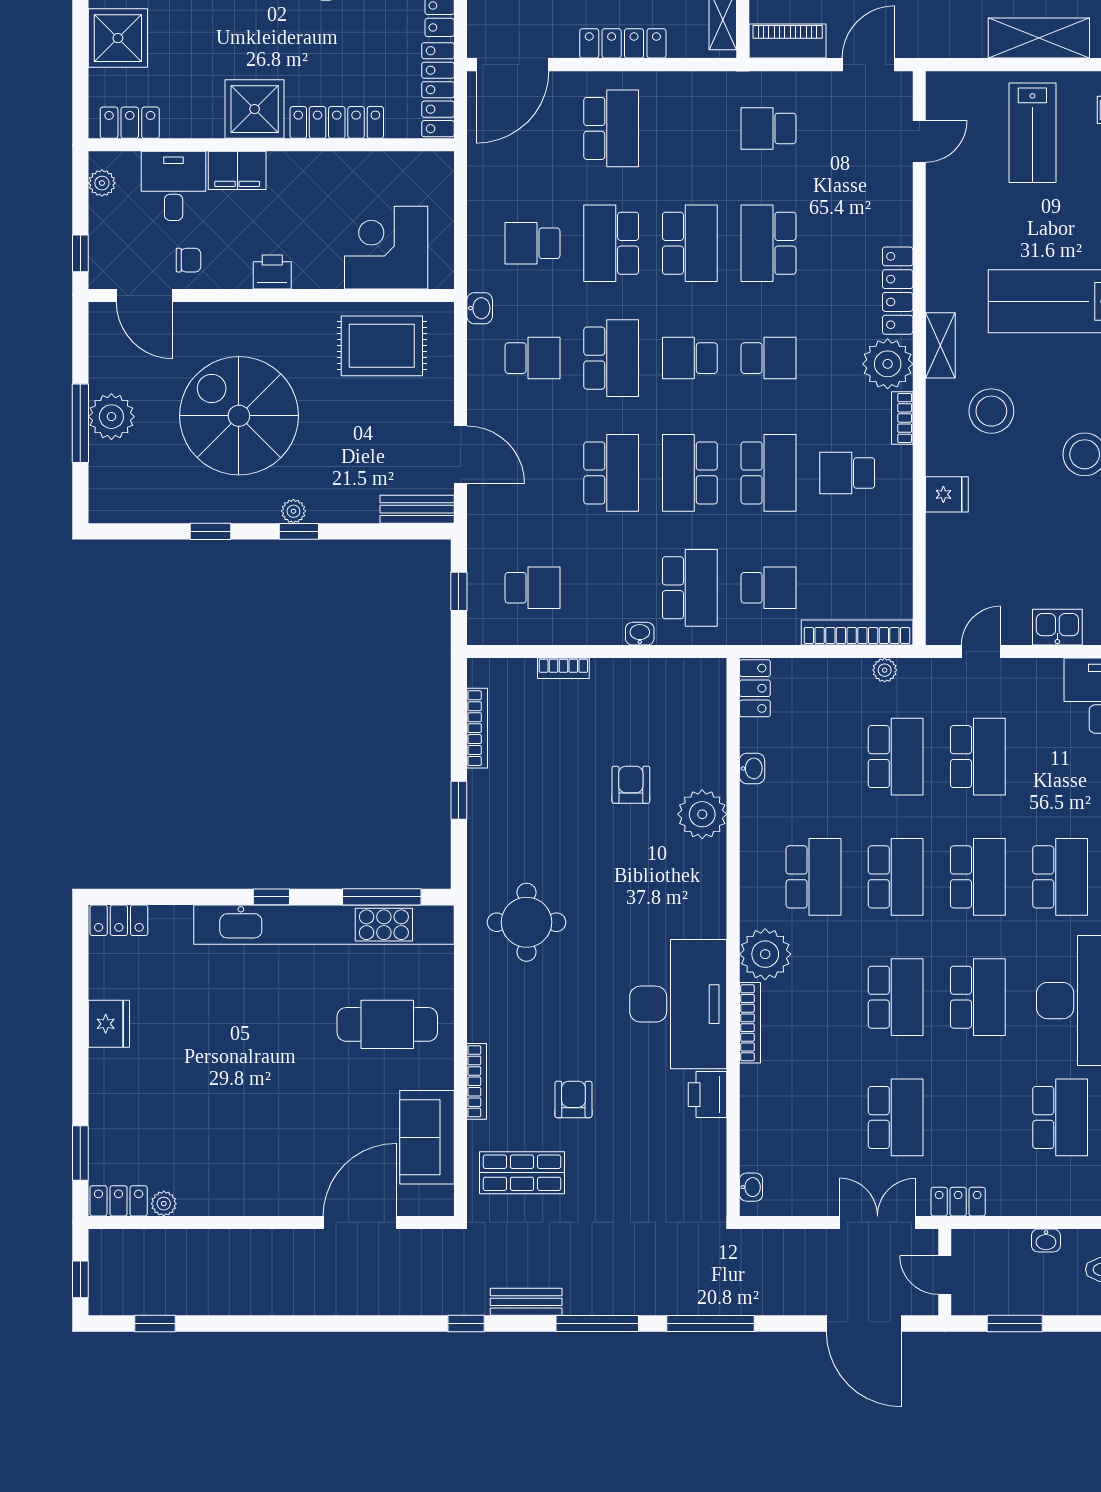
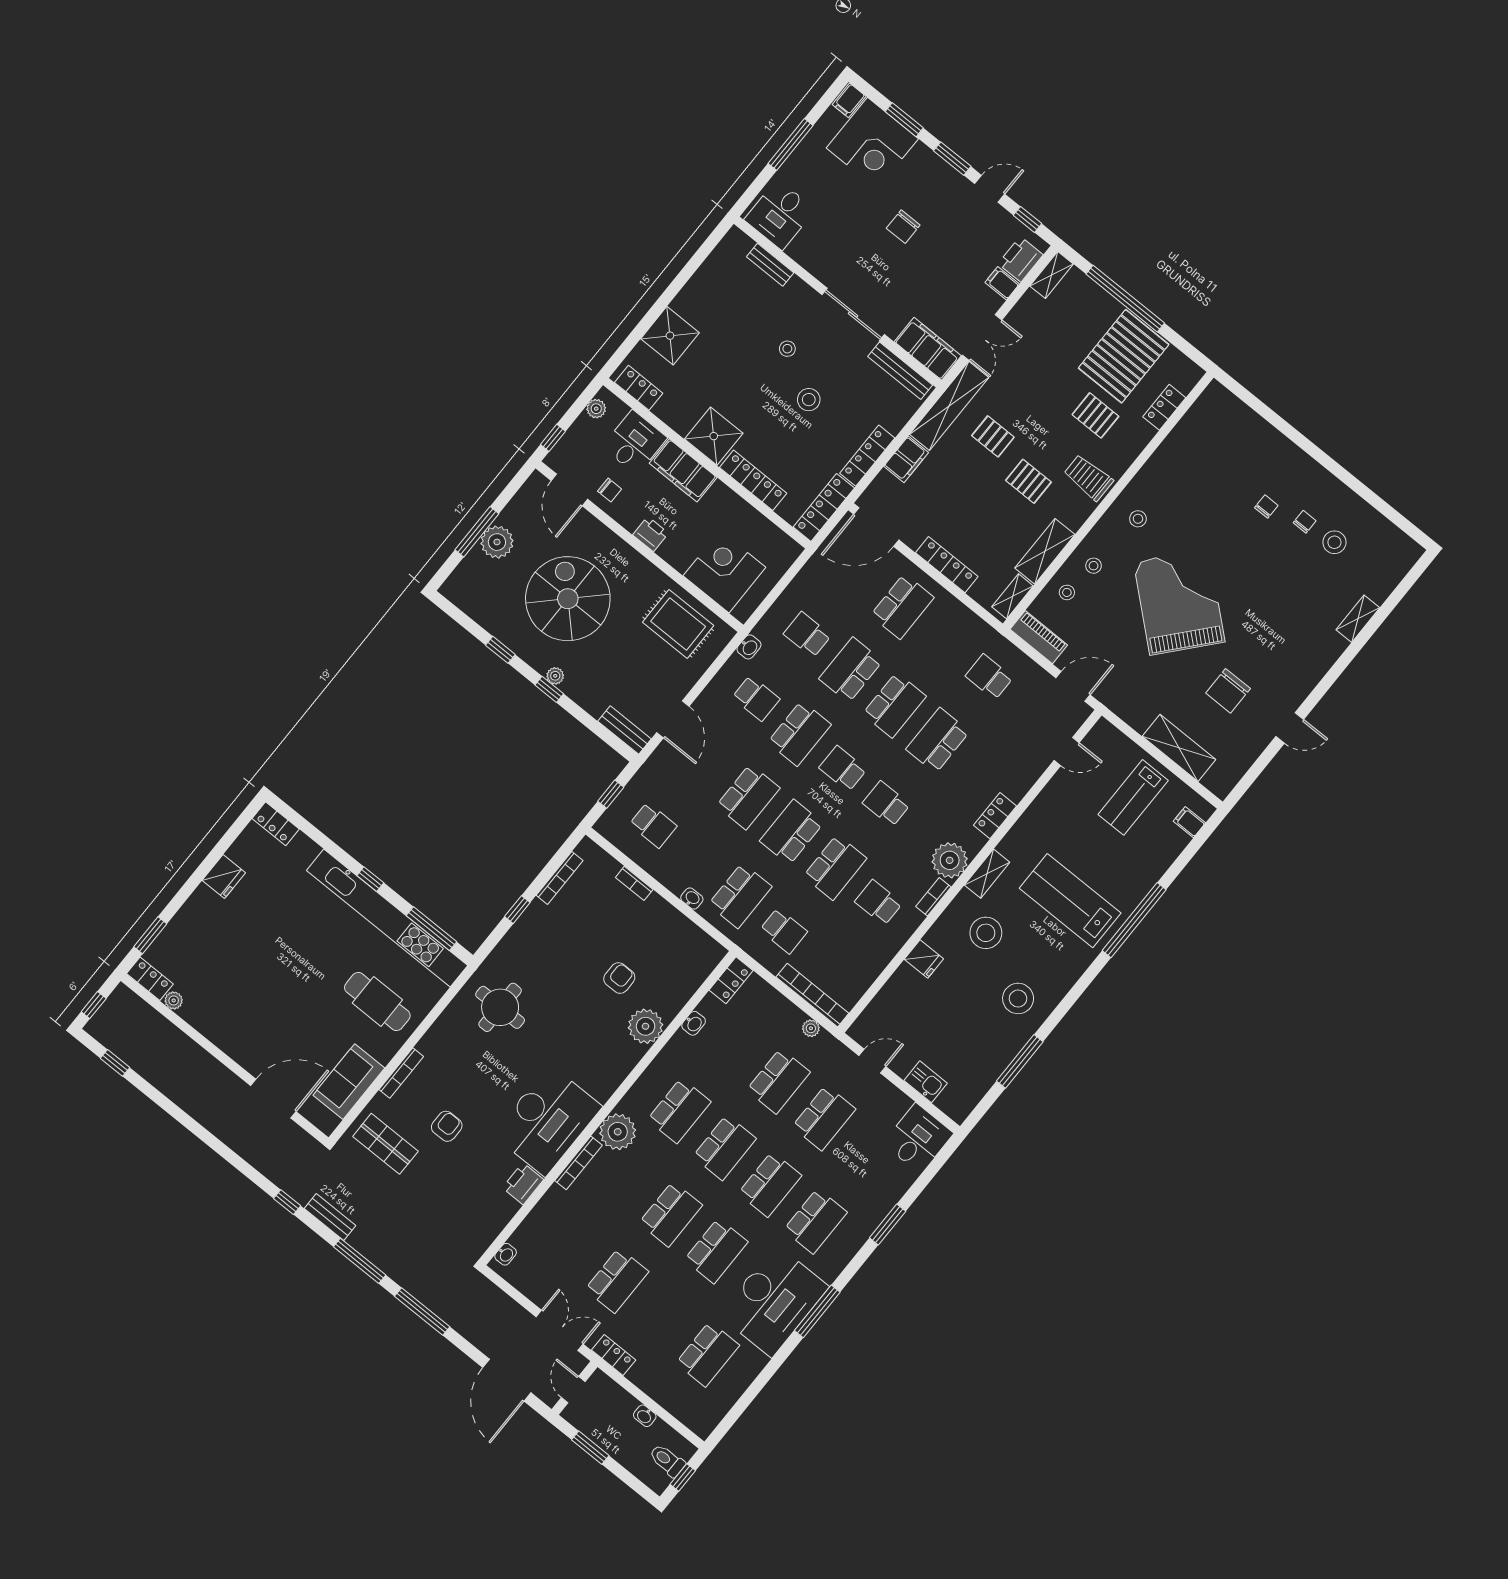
filing cabinet: (237, 170) -> (683, 470), width x1.50, depth x1.17
locker: (898, 291) -> (995, 816), width x0.66
school desk: (769, 358) -> (886, 804), turned 180

